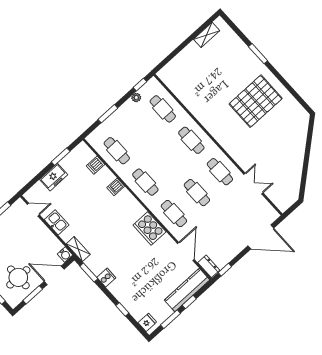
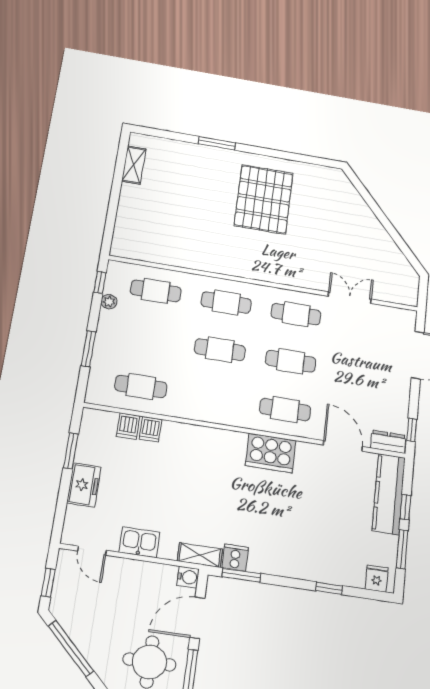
cafe table: (145, 182) -> (220, 350), moved
dishwasher: (116, 187) -> (151, 429), moved
door: (33, 210) -> (92, 551), swing flipped
cooker: (106, 278) -> (235, 558), moved

